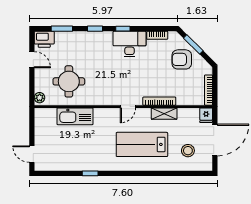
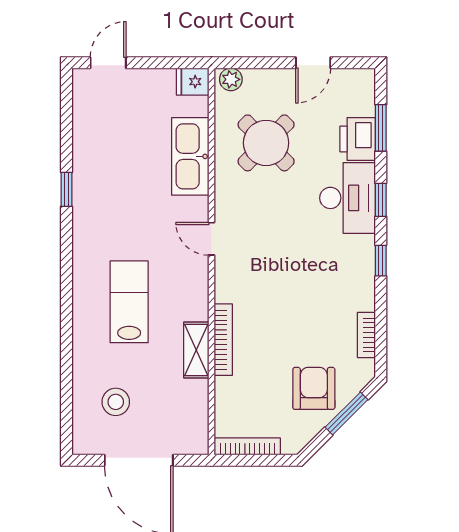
printer: (44, 39) -> (358, 139), moved
desk: (129, 44) -> (348, 198), moved
round table: (69, 81) -> (266, 143), turned 45
door: (128, 107) -> (211, 239), moved
fridge: (206, 115) -> (193, 82), moved
lab bench: (142, 144) -> (129, 302), width x0.73, depth x0.72

